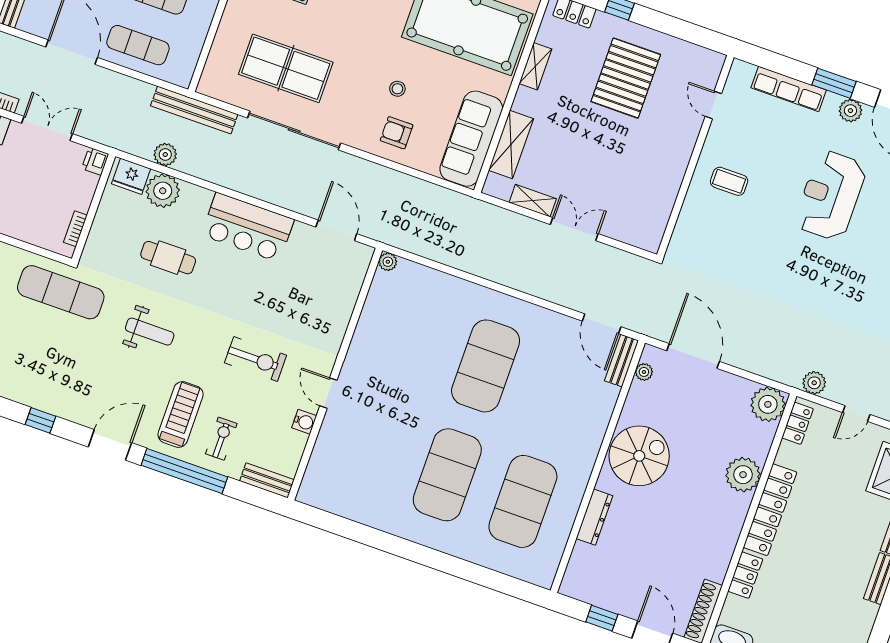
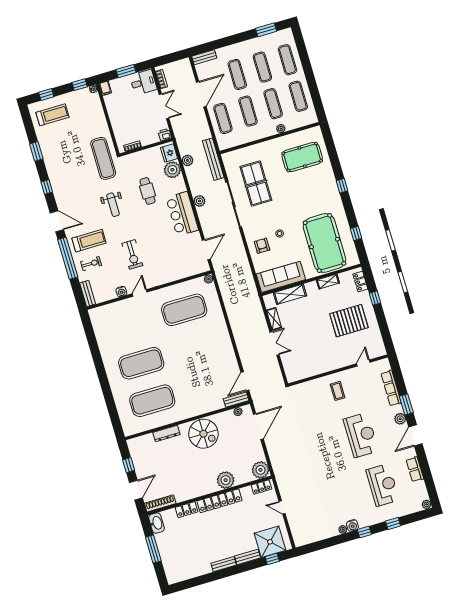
reception desk: (831, 195) -> (361, 435), turned 90
exercise mat: (486, 366) -> (184, 310), moved
plant: (814, 383) -> (199, 201), moved

